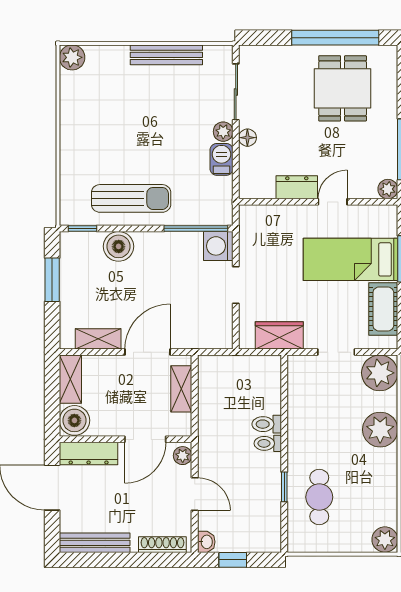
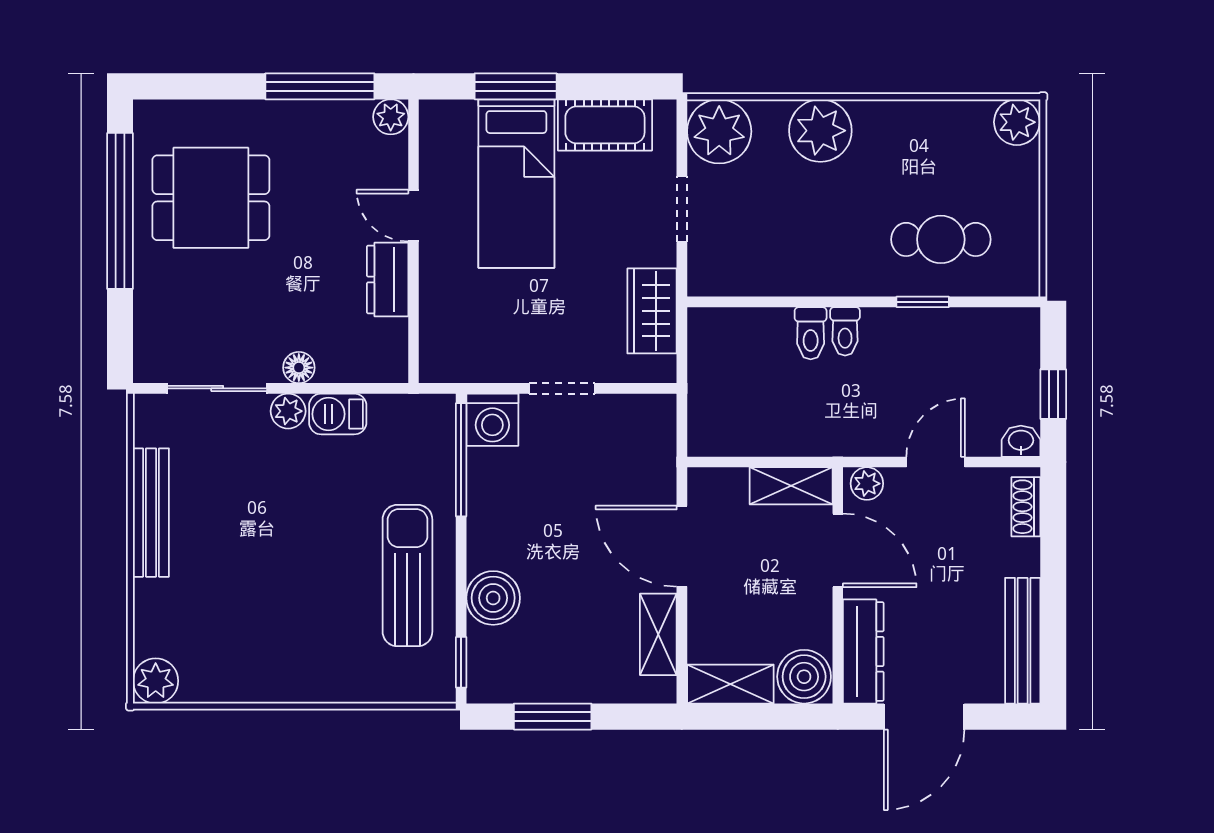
shelving: (181, 389) -> (791, 486), moved
shoe rack: (162, 545) -> (1026, 507), width x0.70

